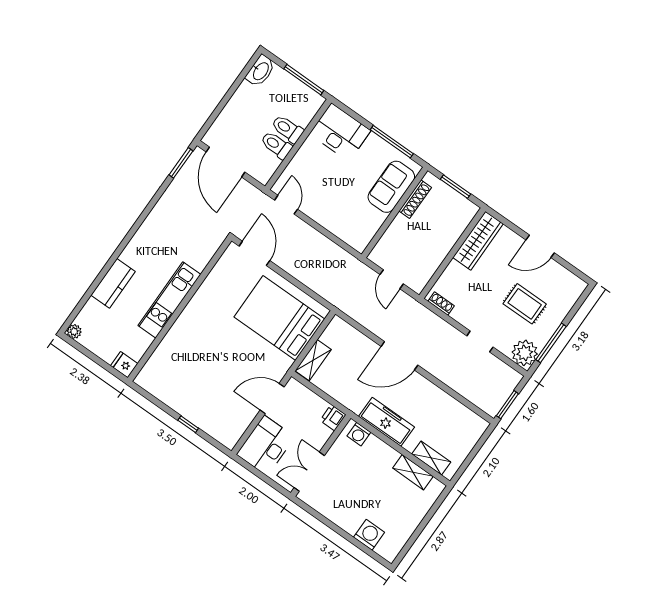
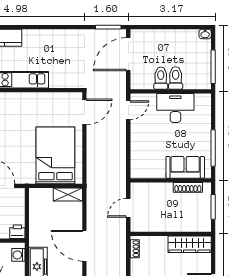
washbasin: (260, 71) -> (205, 34), width x0.52, depth x0.69
desk: (340, 132) -> (175, 108), moved, turned -90
shelving: (313, 360) -> (68, 195), moved

